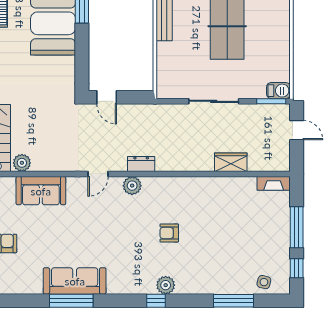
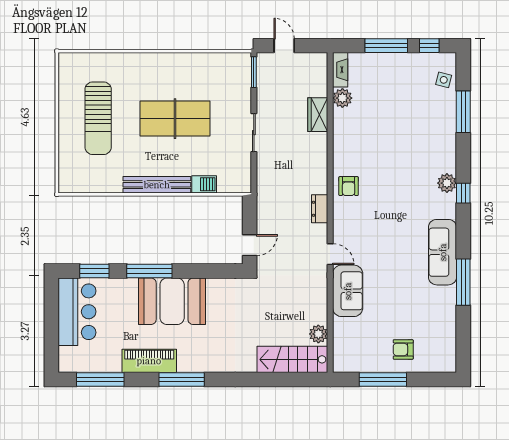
barbecue: (278, 91) -> (204, 184), moved, turned 90
sliding door: (214, 101) -> (254, 133), width x0.73
door: (297, 130) -> (284, 46), hinge flipped
plant: (132, 186) -> (342, 98), moved
sofa: (41, 191) -> (348, 291), moved
armchair: (169, 233) -> (349, 186), moved
sofa: (75, 281) -> (443, 252), moved

